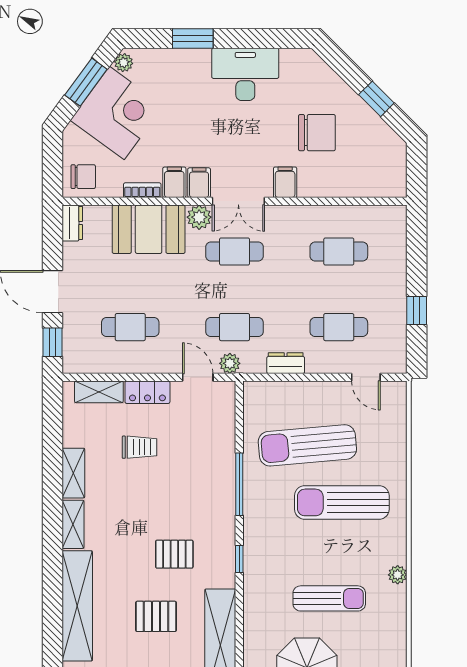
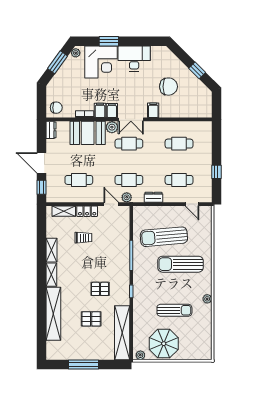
corner desk: (117, 113) -> (101, 62), moved, turned 54

